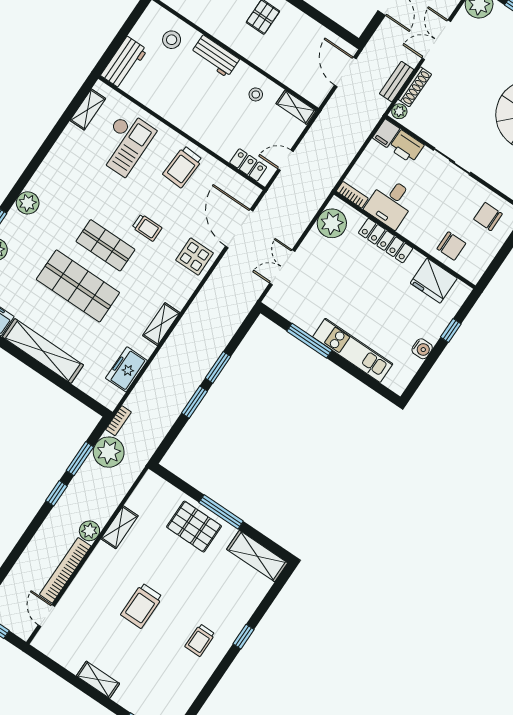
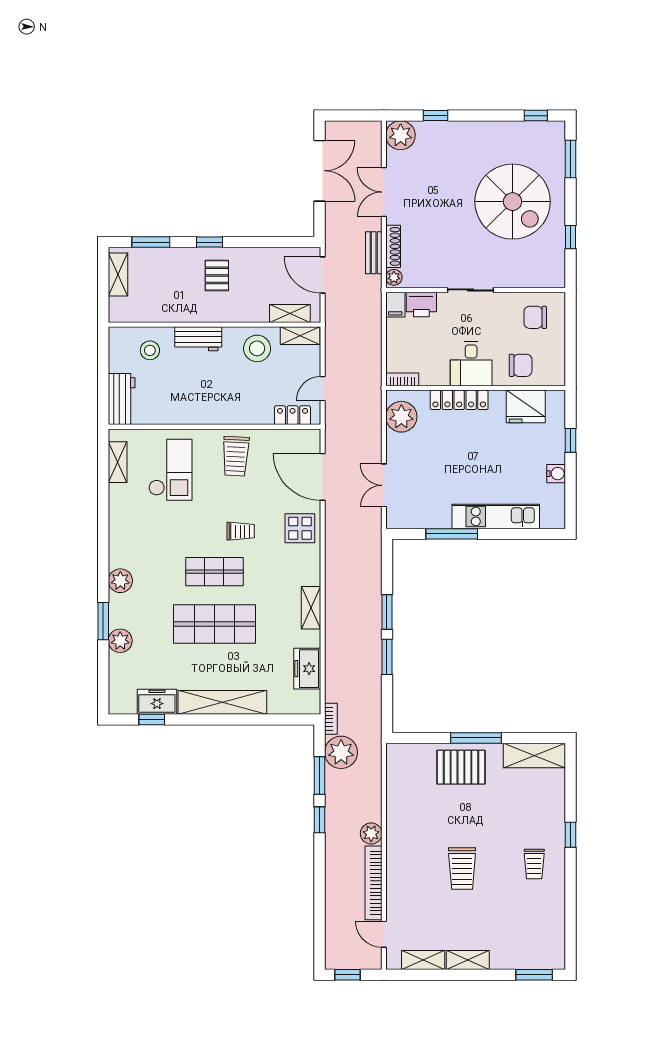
shelving: (300, 85) -> (290, 314), added
stool: (256, 94) -> (257, 348), width x1.89, depth x1.89
desk: (391, 203) -> (471, 364), moved
shelving: (119, 527) -> (423, 960), moved, turned 90

